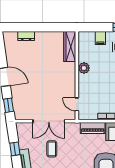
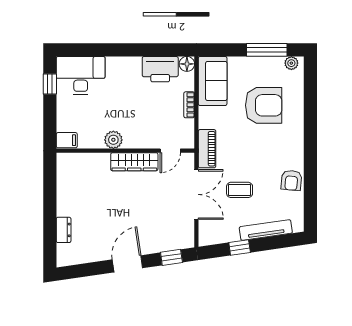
filing cabinet: (100, 38) -> (67, 140), moved
wardrobe: (70, 47) -> (134, 162), moved
piano: (93, 128) -> (207, 149), moved

